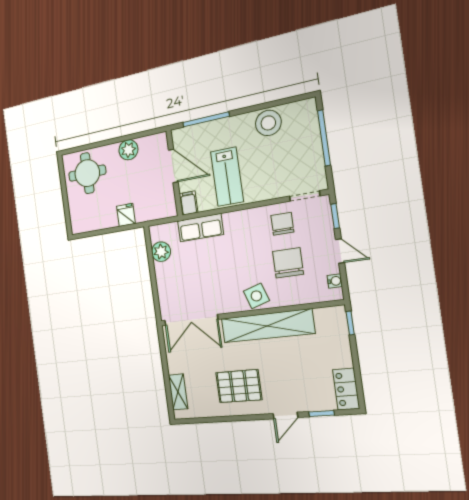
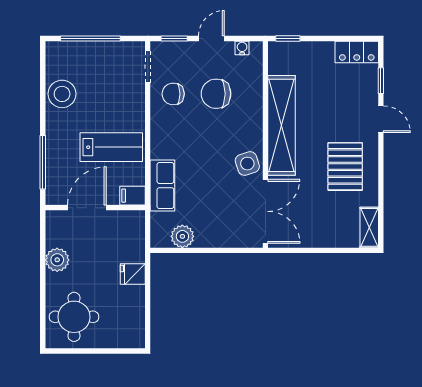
side table: (256, 296) -> (247, 164), moved
shelving: (178, 392) -> (369, 227), moved, turned 90

